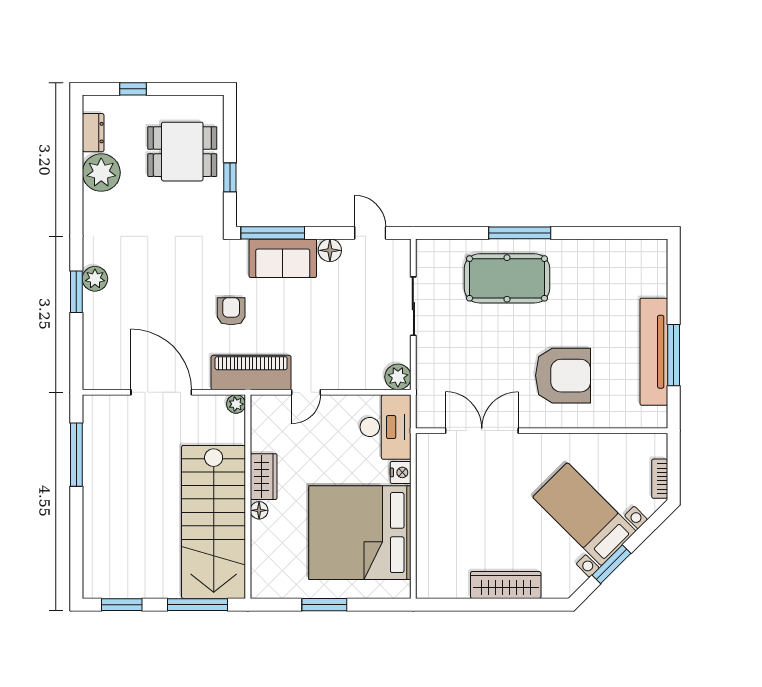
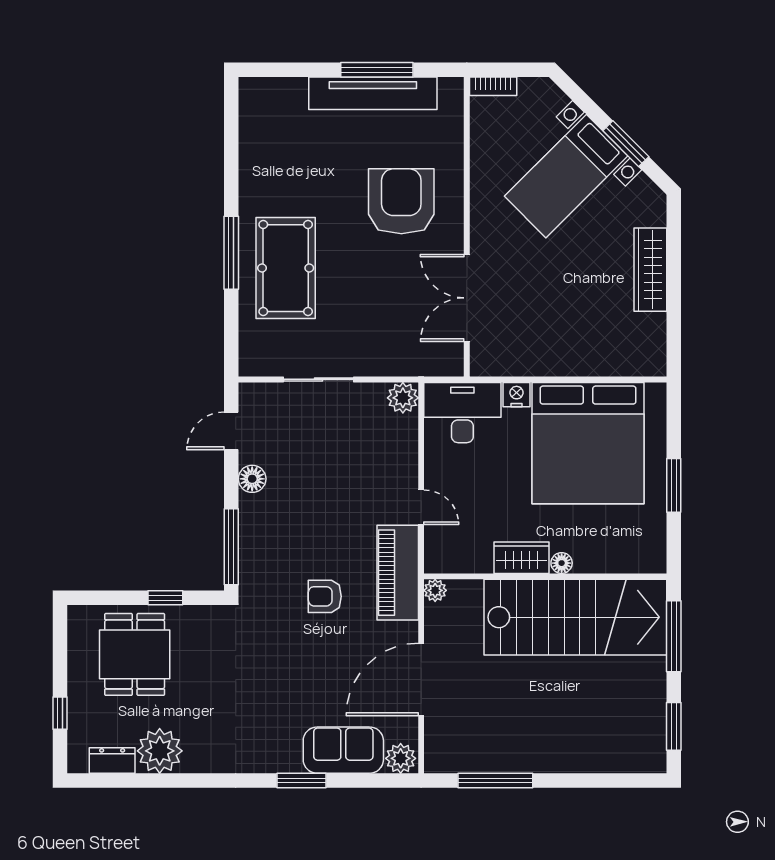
sofa: (283, 258) -> (343, 750), moved, turned -90
plant: (95, 279) -> (401, 758), moved
bookcase: (660, 479) -> (493, 86), moved

